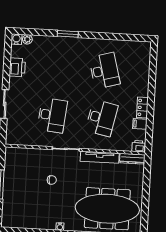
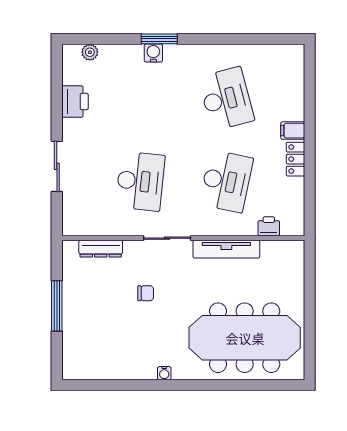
water cooler: (16, 39) -> (153, 53), moved
filing cabinet: (140, 124) -> (293, 131), moved
printer: (138, 146) -> (269, 226), moved
dresser: (132, 159) -> (101, 249), moved

